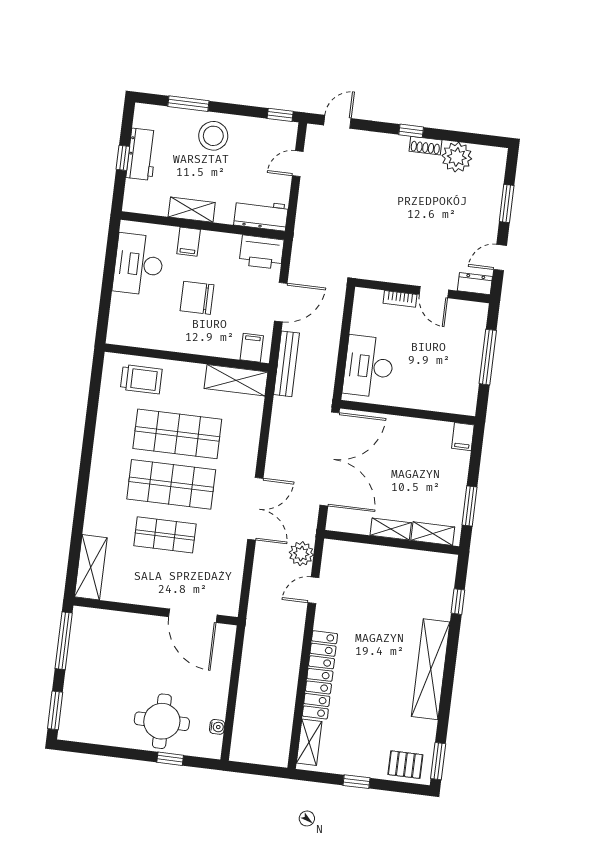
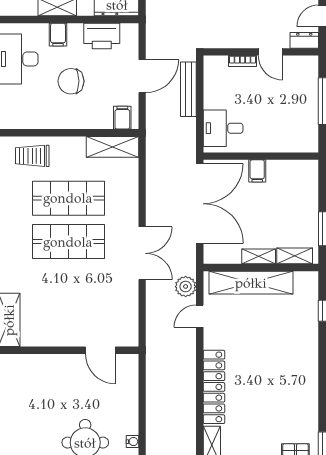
printer: (261, 252) -> (102, 36), moved
bench: (287, 364) -> (188, 89), moved
desk: (369, 366) -> (223, 128), width x0.73
trolley: (141, 379) -> (32, 156), turned 180
filing cabinet: (463, 437) -> (257, 171), moved
shop shelf: (165, 535) -> (68, 285), removed
door: (193, 616) -> (100, 350), width x0.73
shelving: (431, 669) -> (251, 283), moved, turned 90

